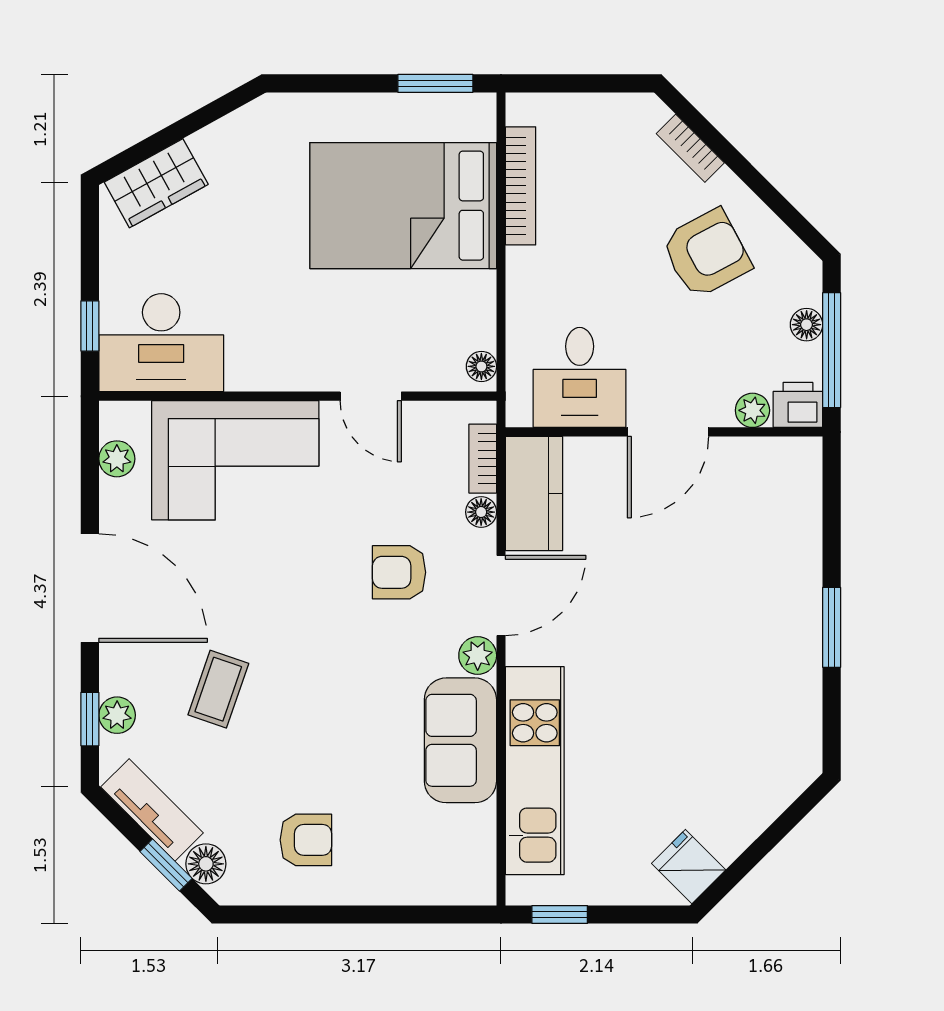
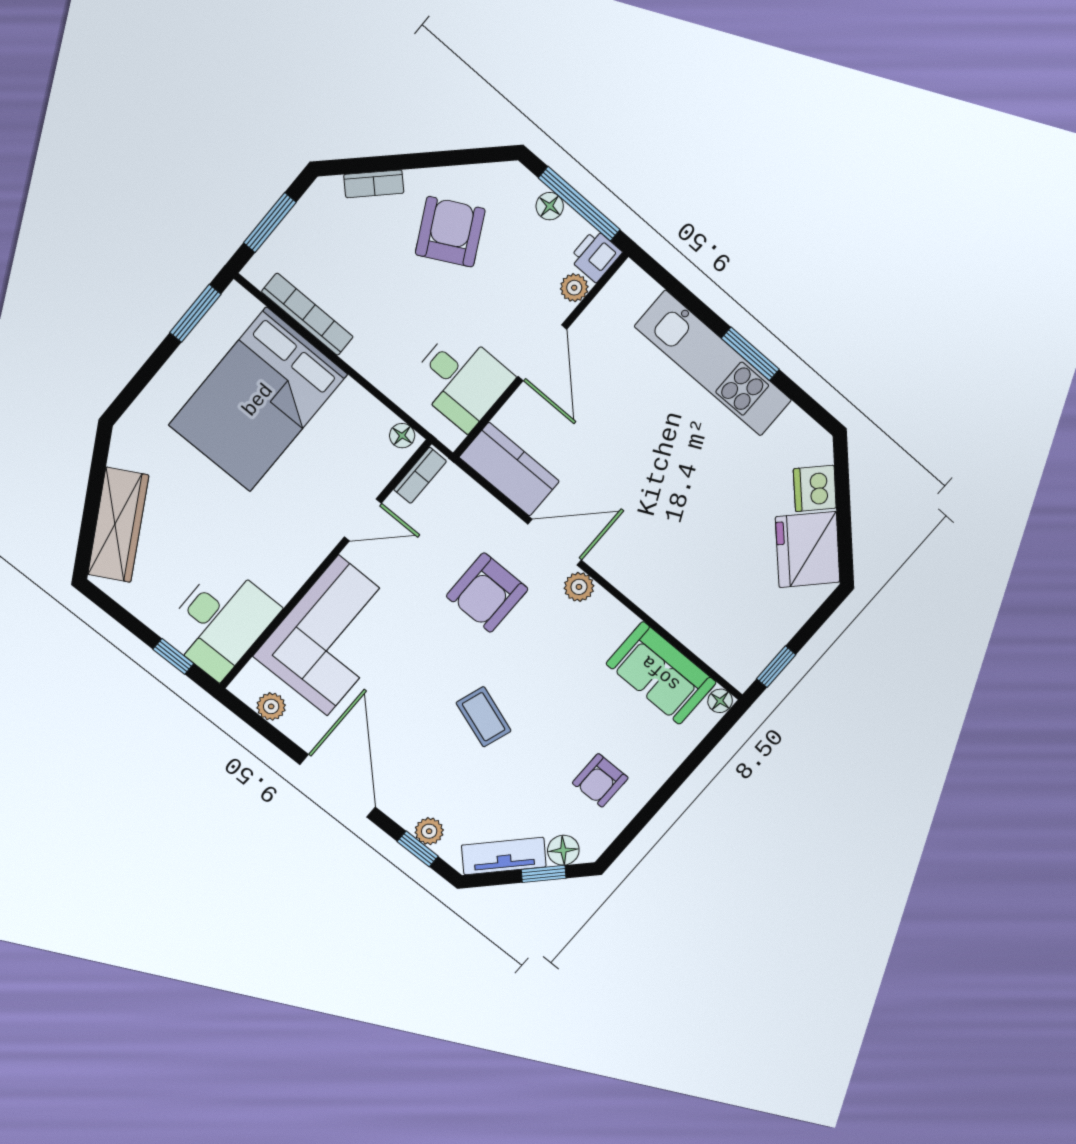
window: (576, 83) -> (270, 223), added
wardrobe: (156, 183) -> (118, 525), width x1.50
bookcase: (483, 459) -> (420, 475), moved, turned -90
floor lamp: (481, 512) -> (720, 701), moved
armchair: (399, 572) -> (487, 593), width x1.38, depth x1.38
door: (90, 588) -> (338, 786), hinge flipped
door: (501, 595) -> (555, 542), hinge flipped
coffee table: (218, 689) -> (484, 717), moved
sofa: (460, 740) -> (661, 673), moved
kitchen unit: (535, 771) -> (713, 363), moved, turned 180
dishwasher: (760, 800) -> (815, 488), added
armchair: (306, 840) -> (600, 780), turned 180
fridge: (689, 867) -> (808, 550), width x1.88, depth x1.34

